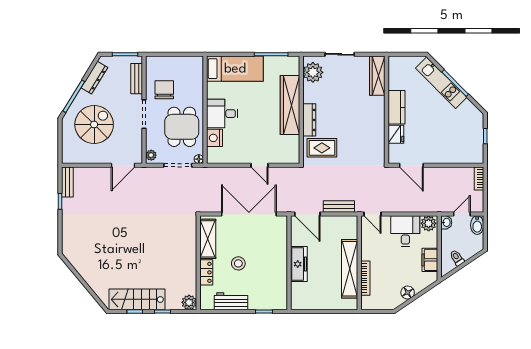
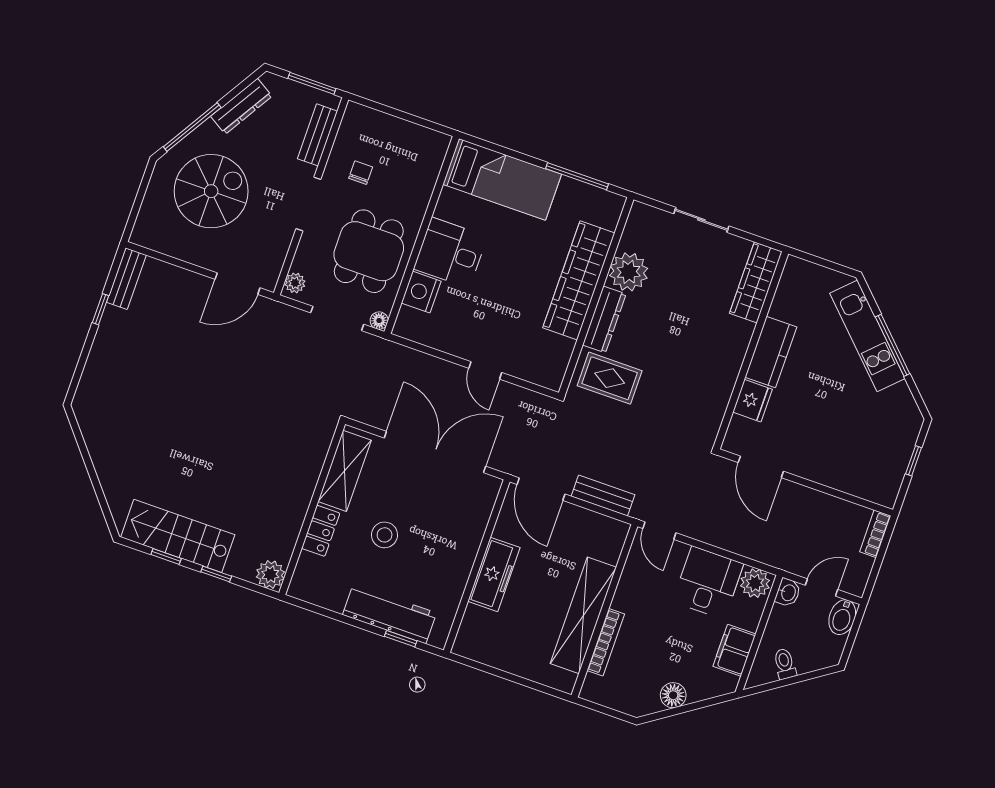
plant: (313, 72) -> (629, 272), moved
chair: (164, 90) -> (361, 173), width x0.54, depth x0.54
workbench: (231, 301) -> (389, 614), moved, width x1.38

